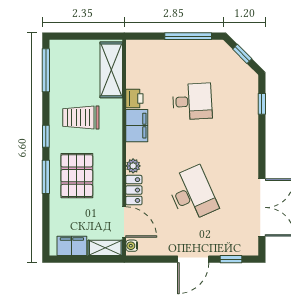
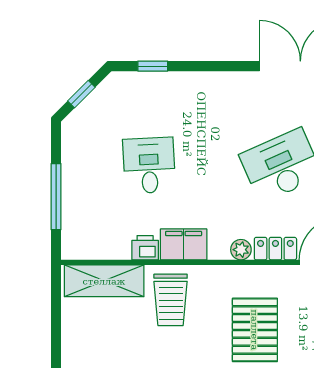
window: (188, 36) -> (56, 197), moved
trolley: (81, 117) -> (171, 300), moved
pallet: (77, 176) -> (255, 330), turned 90

